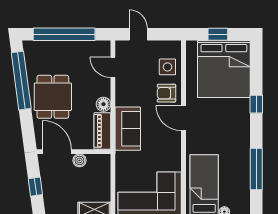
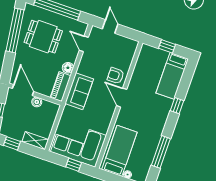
side table: (167, 67) -> (123, 57), removed
bed: (224, 69) -> (172, 76), width x0.49
dining table: (53, 97) -> (43, 37), moved, turned 90

